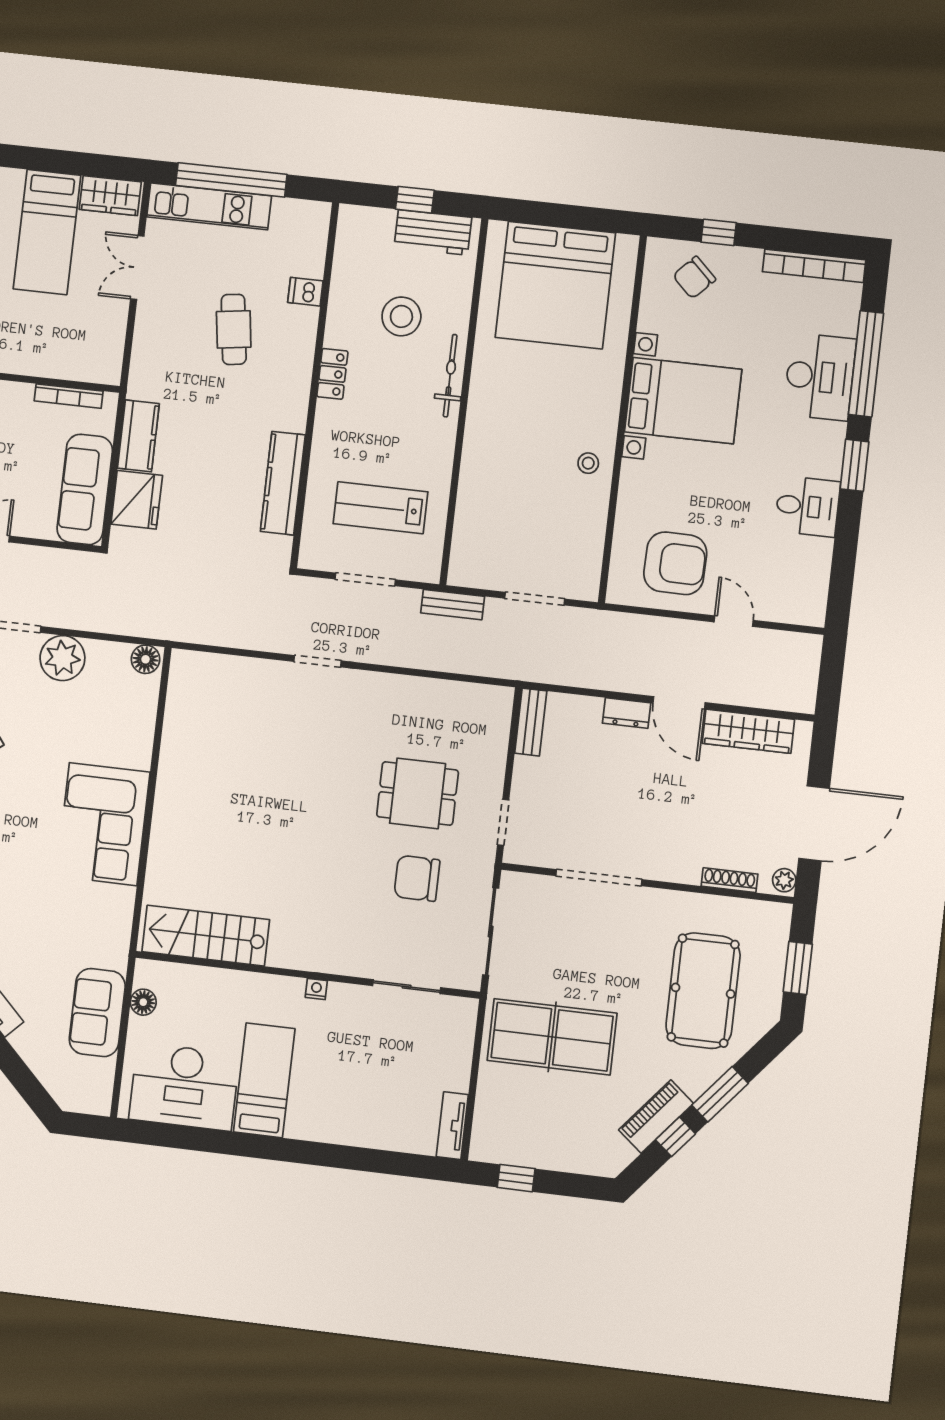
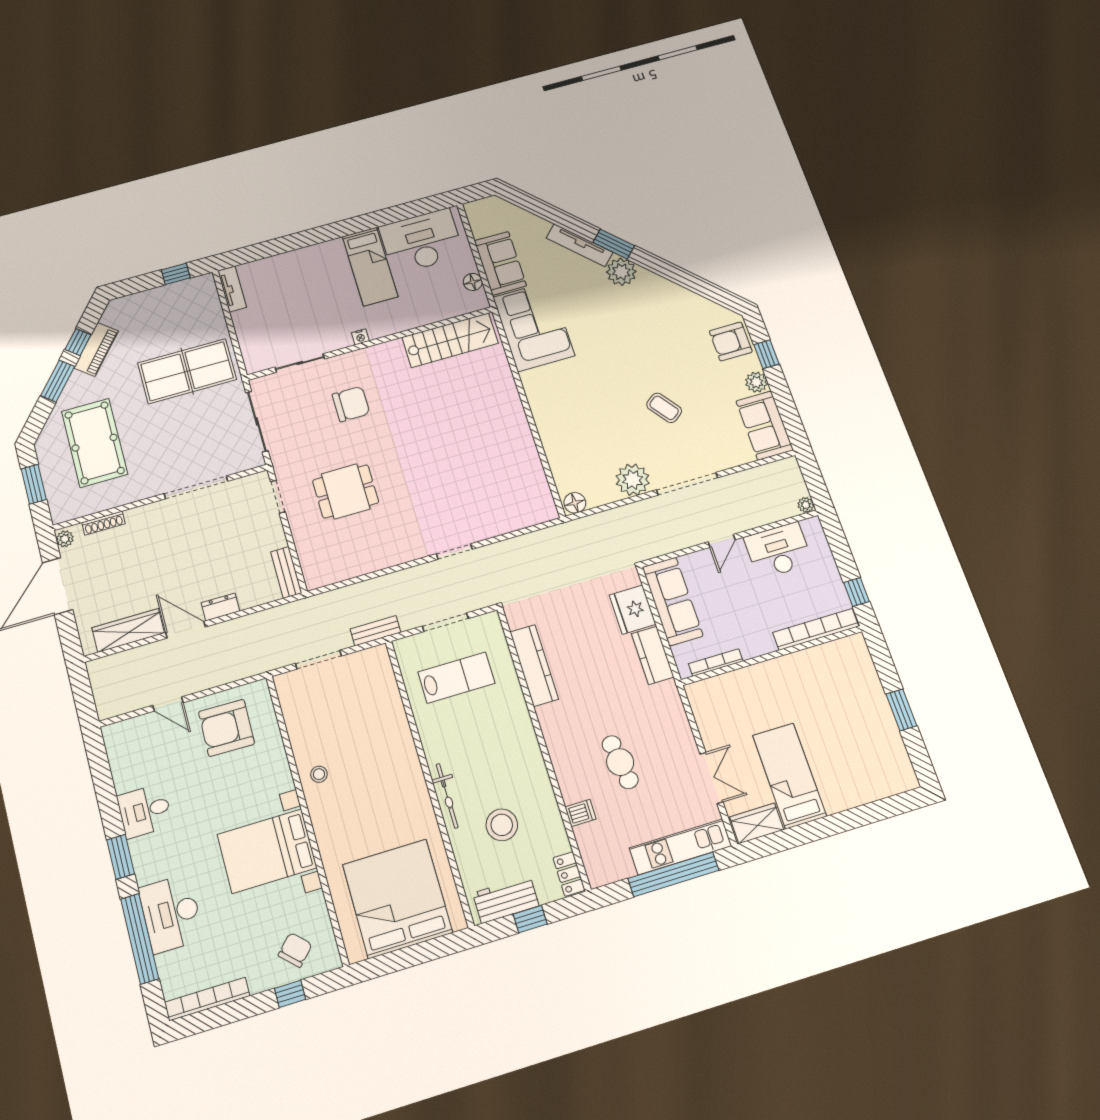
locker: (332, 374) -> (569, 874), moved
corner sofa: (103, 824) -> (534, 326), moved
chair: (417, 878) -> (351, 404), moved

